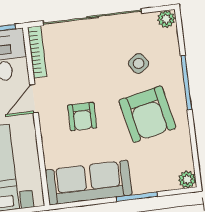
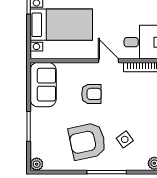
armchair: (82, 117) -> (91, 94), turned 180
sofa: (89, 183) -> (43, 85), width x0.73

